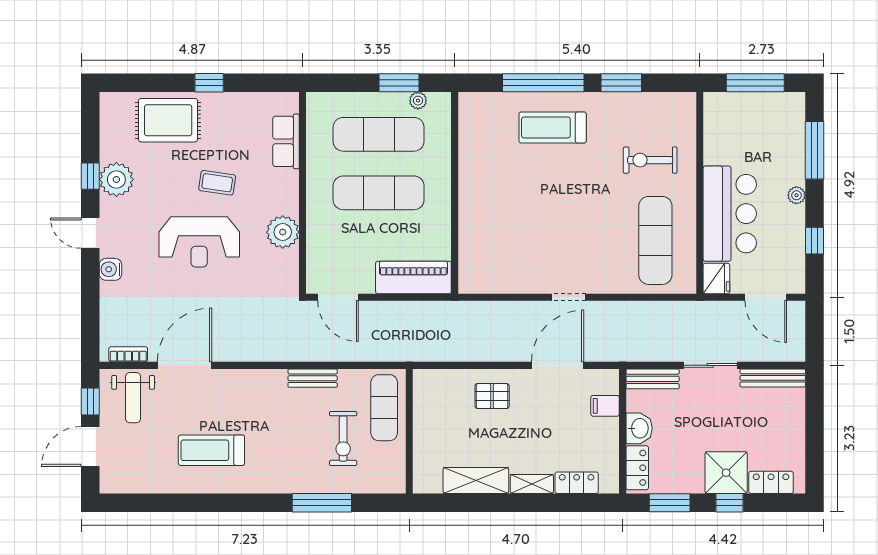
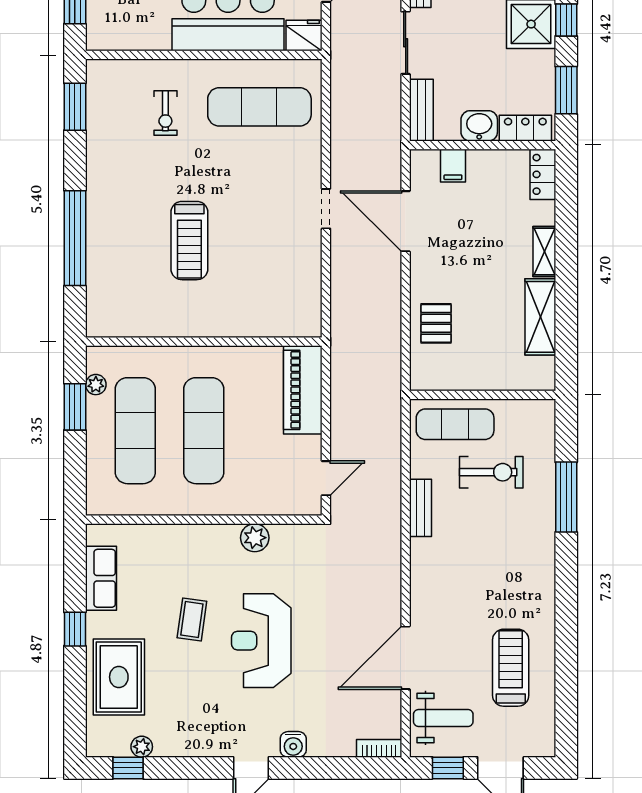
window: (621, 83) -> (75, 107), moved
treadmill: (553, 127) -> (189, 241), moved
row of seats: (286, 141) -> (101, 578), moved, turned -90
exercise bike: (650, 160) -> (165, 113), width x0.73, depth x0.72
window: (90, 176) -> (128, 768), moved
plant: (116, 179) -> (142, 747), moved, width x0.53, depth x0.53
plant: (283, 232) -> (255, 538), width x0.73, depth x0.73
reception desk: (199, 242) -> (261, 641), turned 180
door: (338, 297) -> (326, 478), width x0.73
bookcase: (128, 354) -> (379, 748), moved, turned 90
door: (184, 365) -> (406, 658), hinge flipped
pallet: (492, 396) -> (436, 323), moved
treadmill: (211, 450) -> (511, 668), moved, turned 180
locker: (577, 483) -> (543, 174), moved

